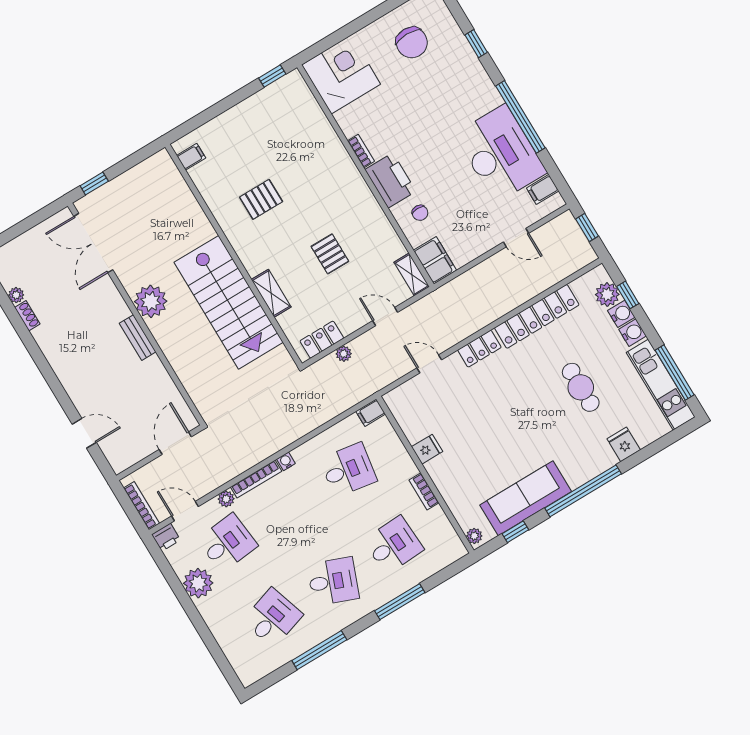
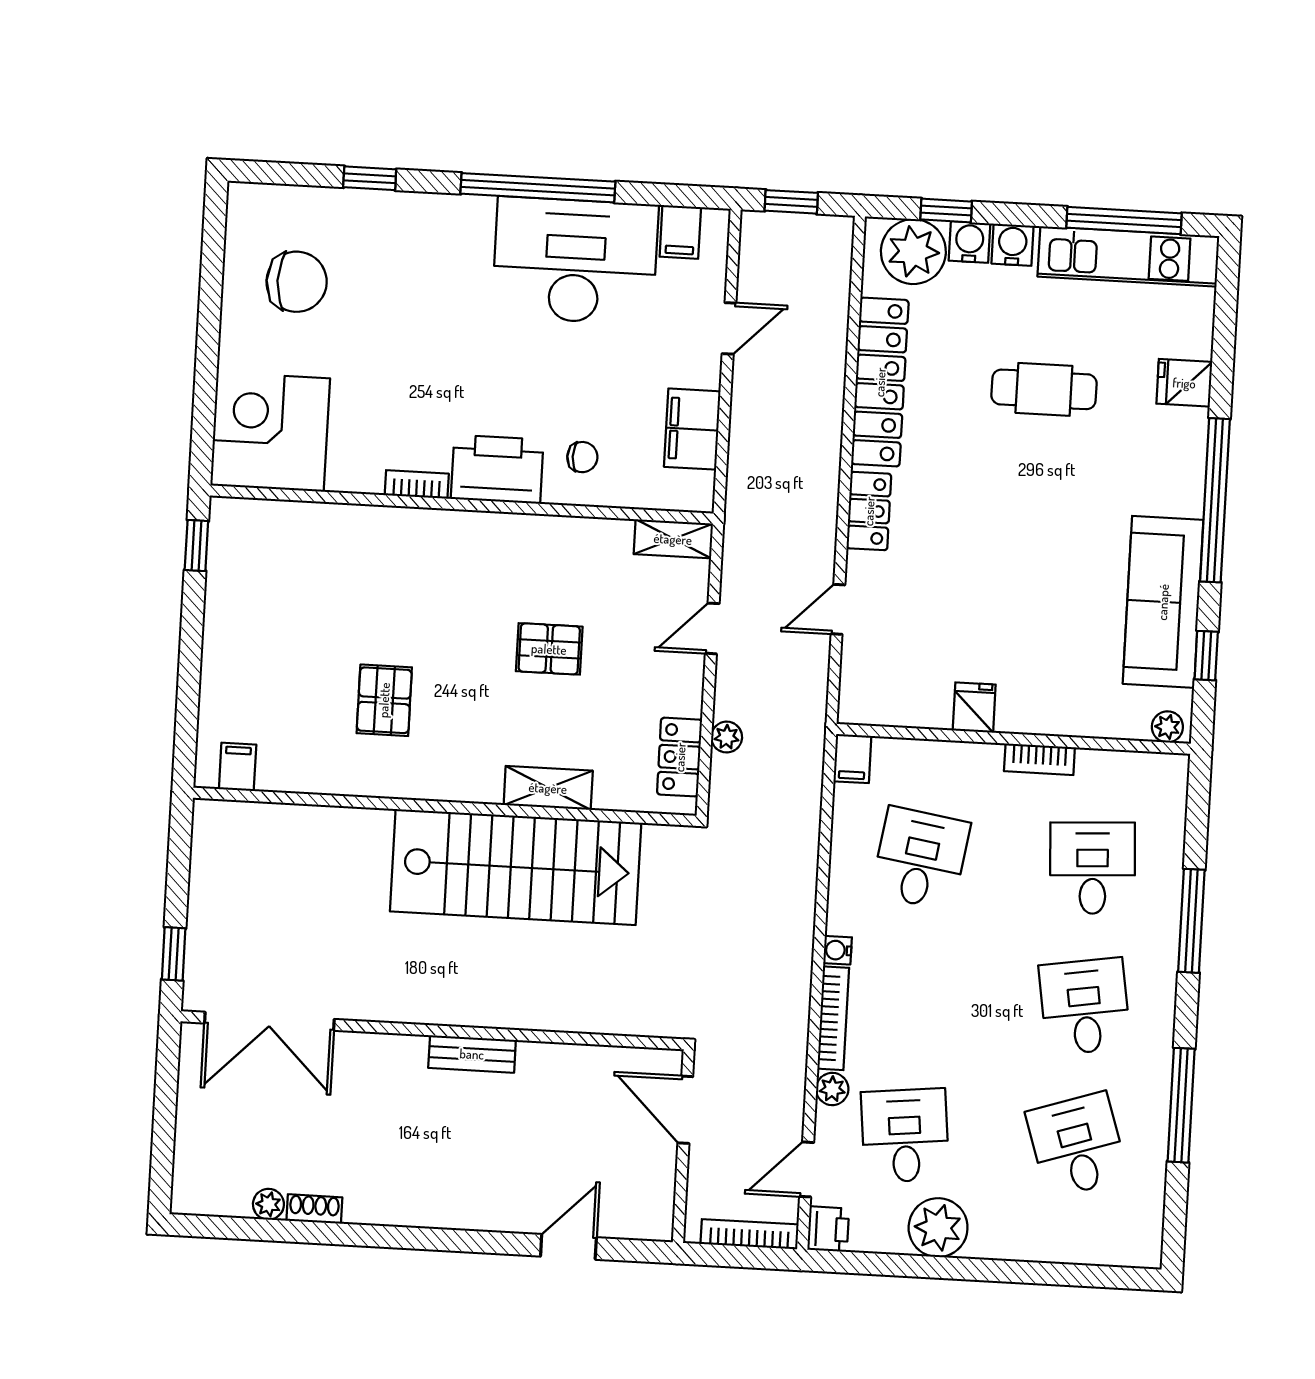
filing cabinet: (435, 260) -> (692, 429), moved, turned -90
plant: (607, 295) -> (913, 252), width x1.36, depth x1.36
plant: (151, 301) -> (428, 993), removed
desk: (333, 581) -> (1085, 1007), turned -30

